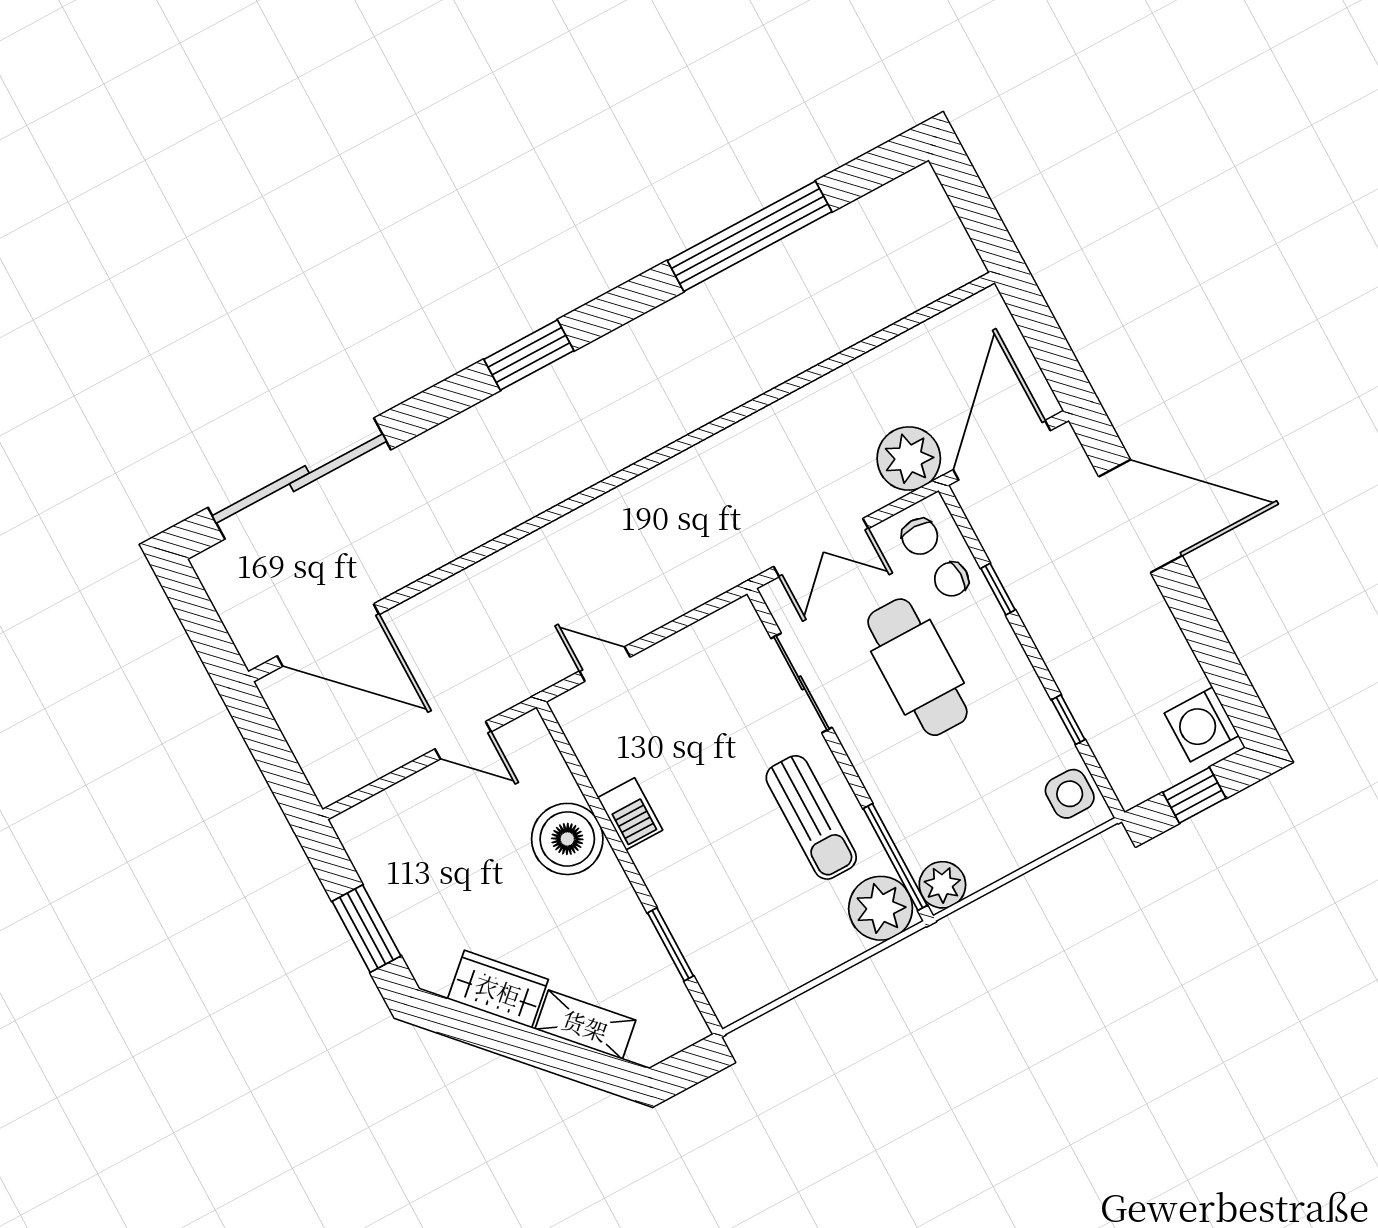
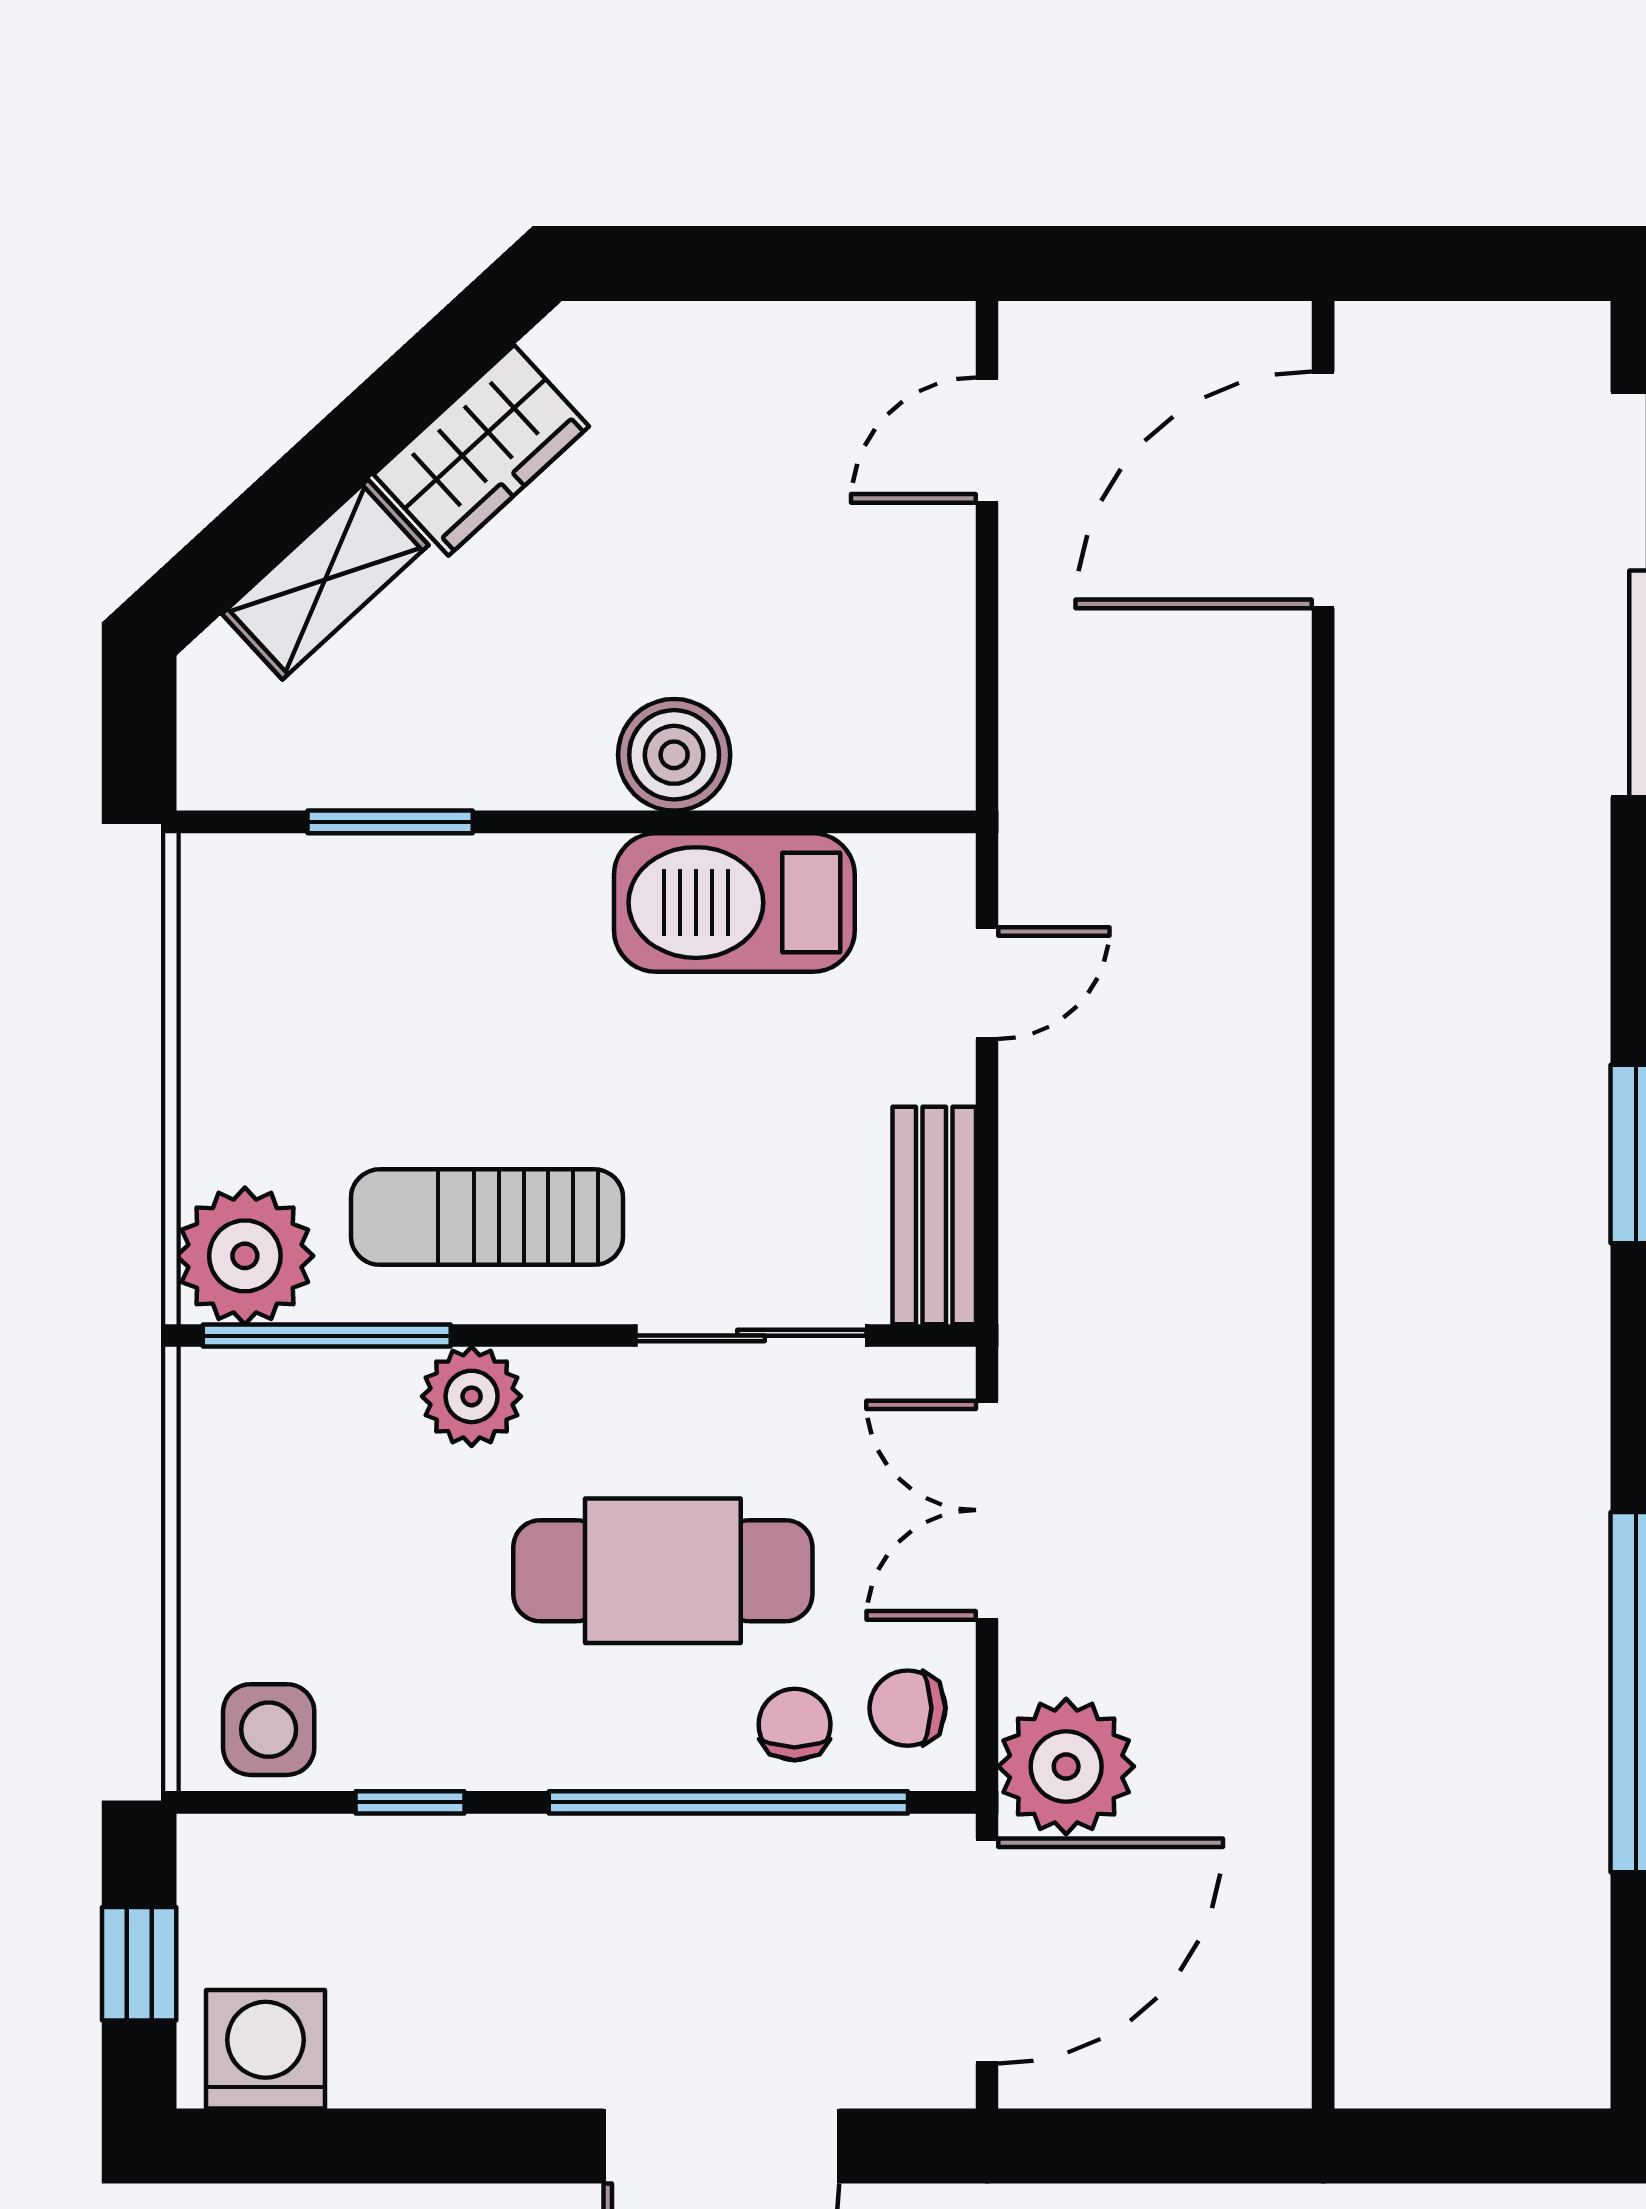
door: (1002, 450) -> (987, 1951), hinge flipped
window: (998, 589) -> (728, 1802), width x3.17
bench: (712, 634) -> (934, 1216), added
door: (463, 740) -> (987, 440), moved
barbecue: (630, 814) -> (734, 903), width x1.88, depth x1.53
boiler: (567, 839) -> (674, 755), width x0.73, depth x0.73
plant: (942, 885) -> (472, 1396), moved
window: (366, 929) -> (730, 264), removed

